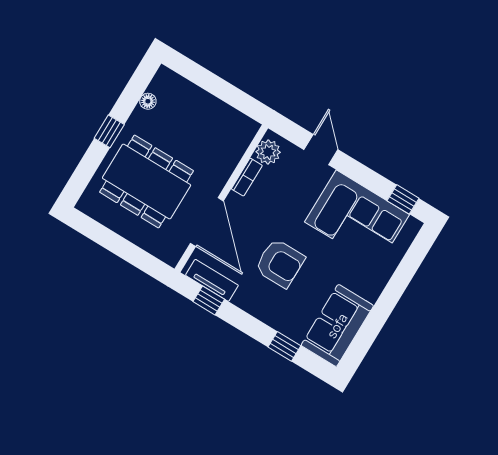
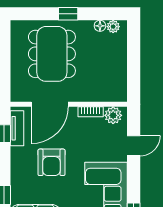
plant: (159, 85) -> (113, 27), added

